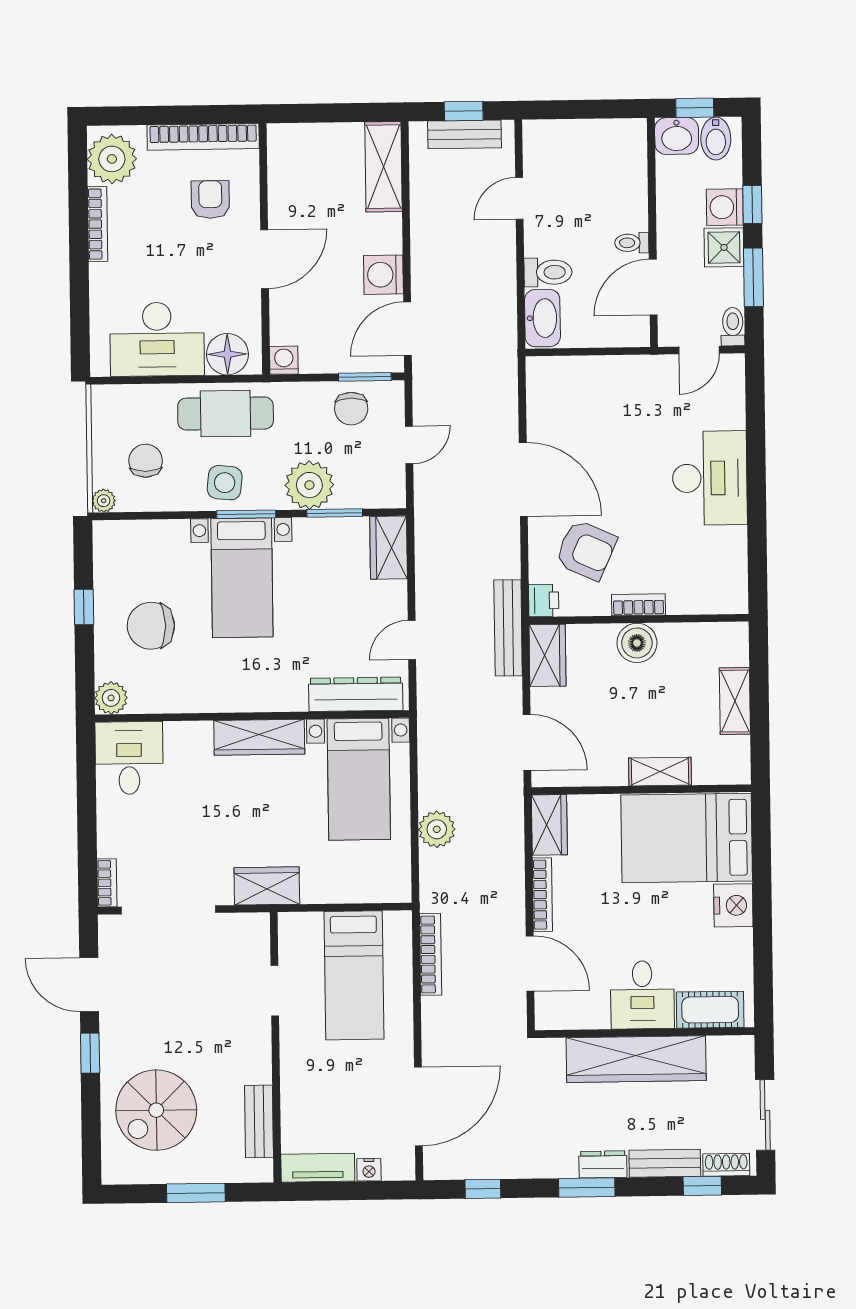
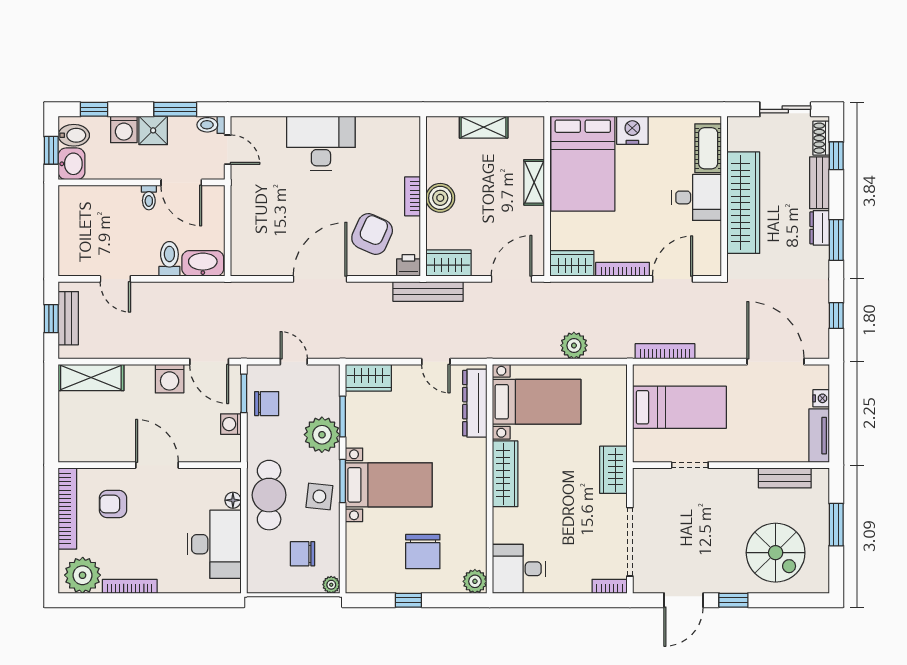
window: (752, 204) -> (94, 109), moved
floor lamp: (227, 354) -> (233, 500), width x0.53, depth x0.53
washing machine: (284, 360) -> (231, 424), moved

